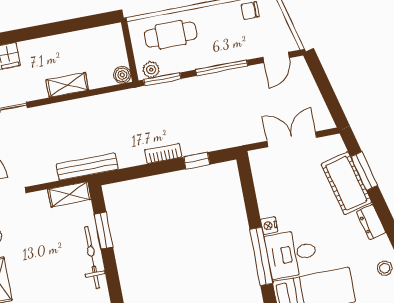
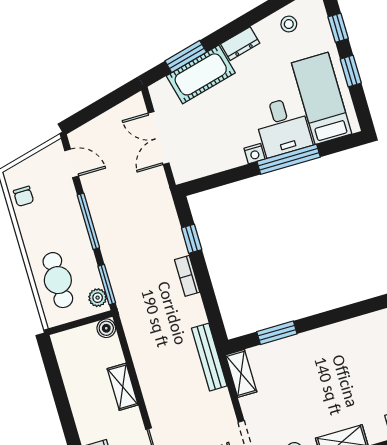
bicycle: (92, 258) -> (307, 342), removed

